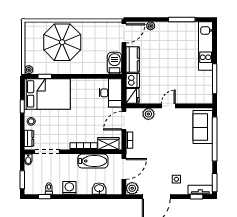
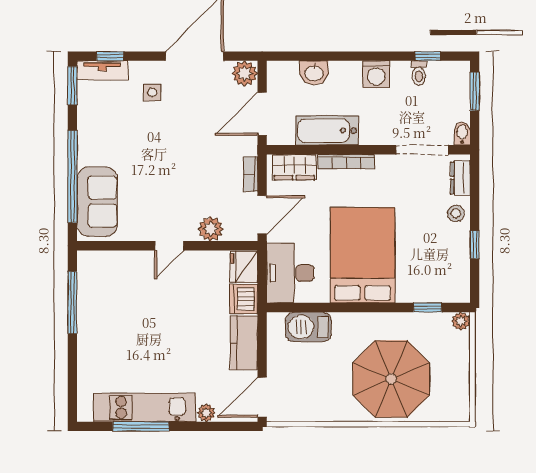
kitchen unit: (206, 46) -> (145, 407), moved, turned -90
barbecue: (115, 63) -> (308, 327), moved, turned 90
bed: (47, 94) -> (363, 255), moved, turned 90

